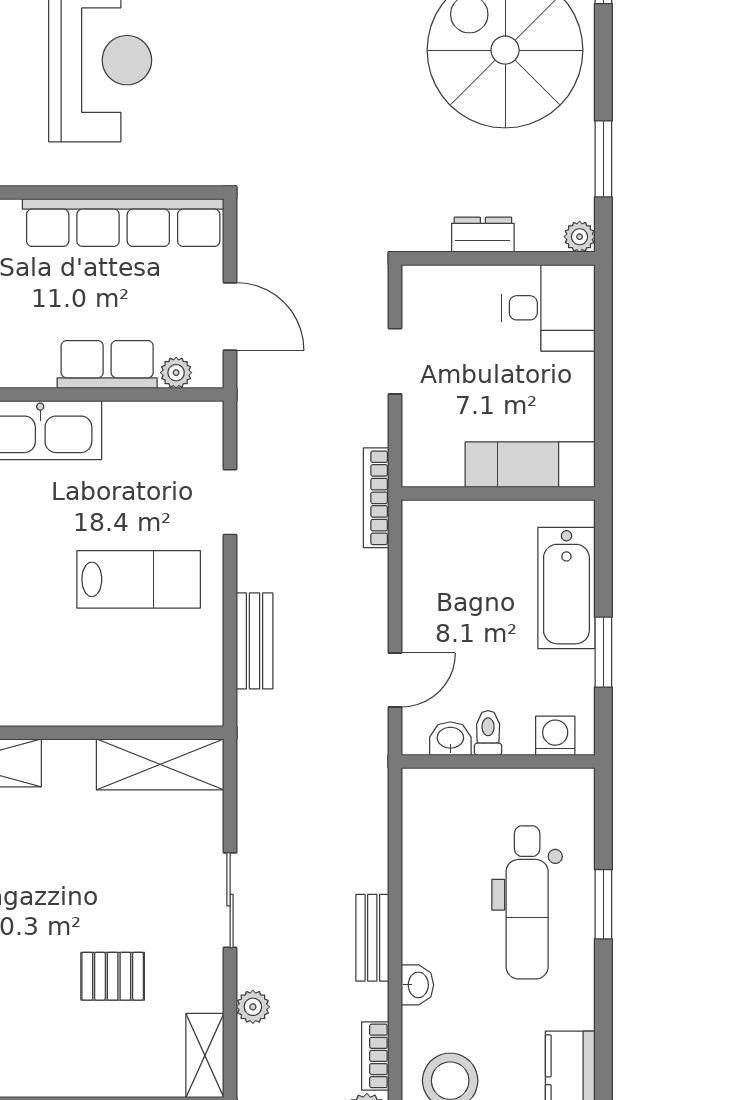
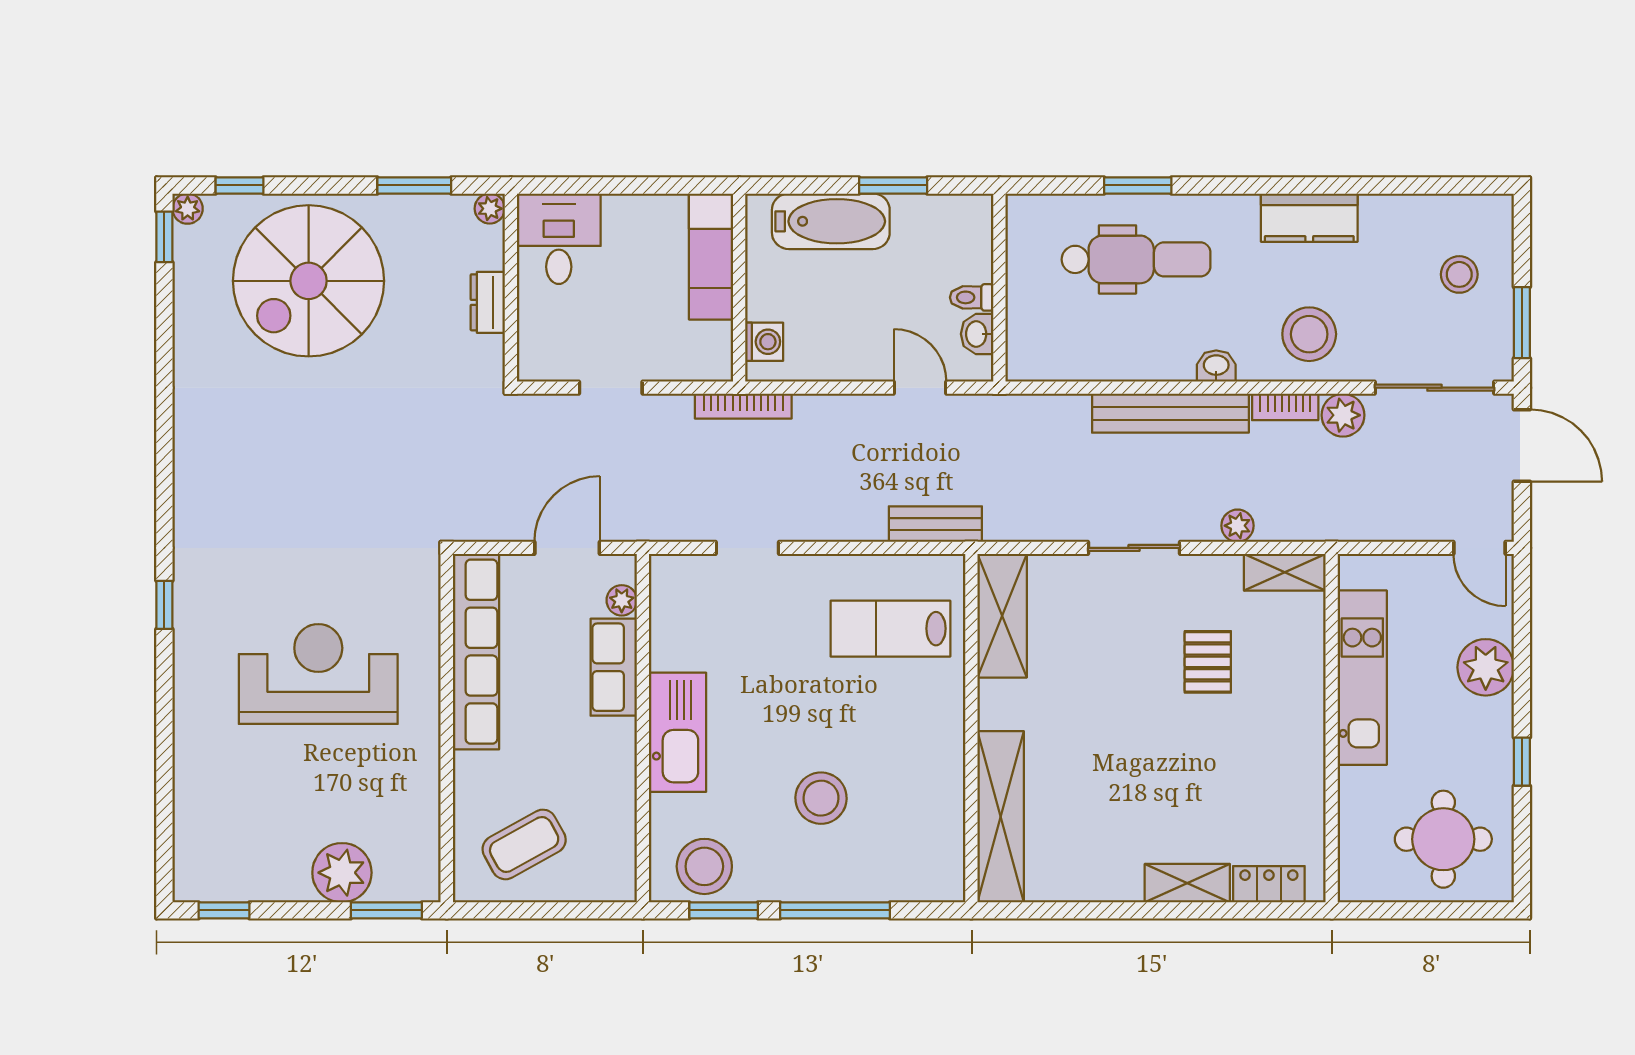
lab bench: (139, 579) -> (890, 629), moved, turned -90
bench: (255, 641) -> (935, 524), moved
washing machine: (555, 736) -> (764, 342), moved, turned 180
bench: (372, 938) -> (1170, 413), width x1.86, depth x1.21

